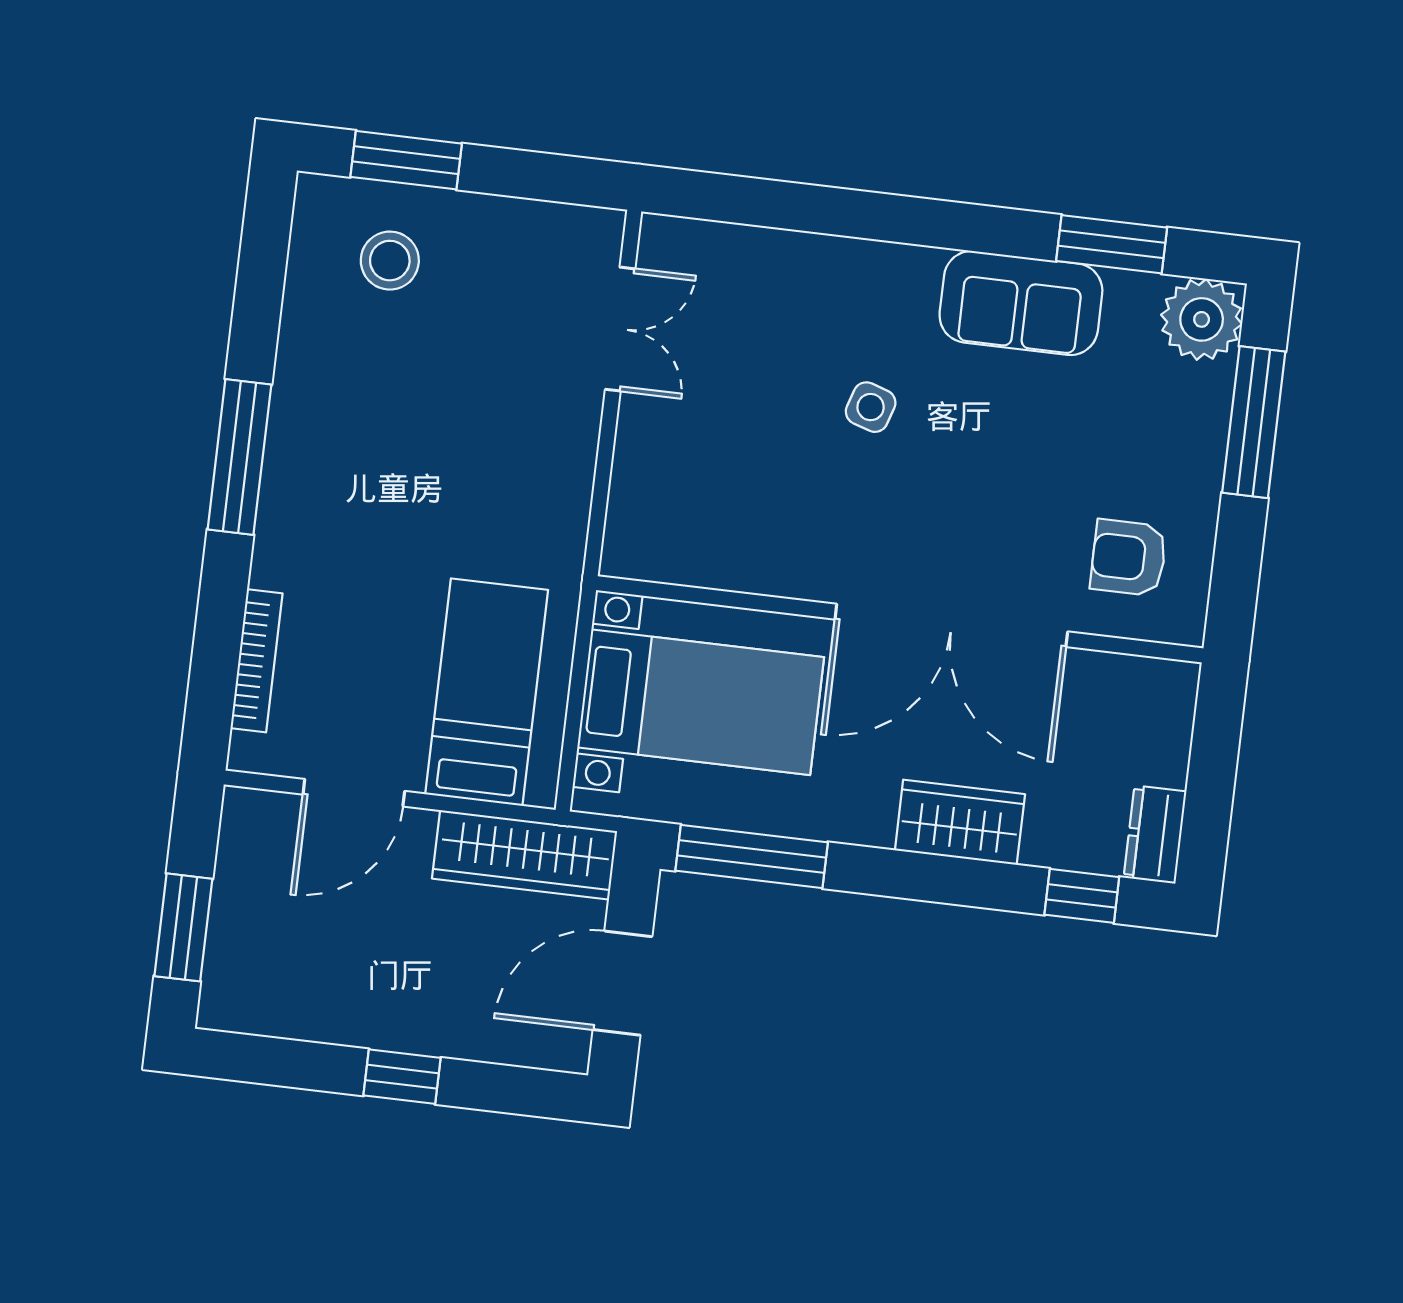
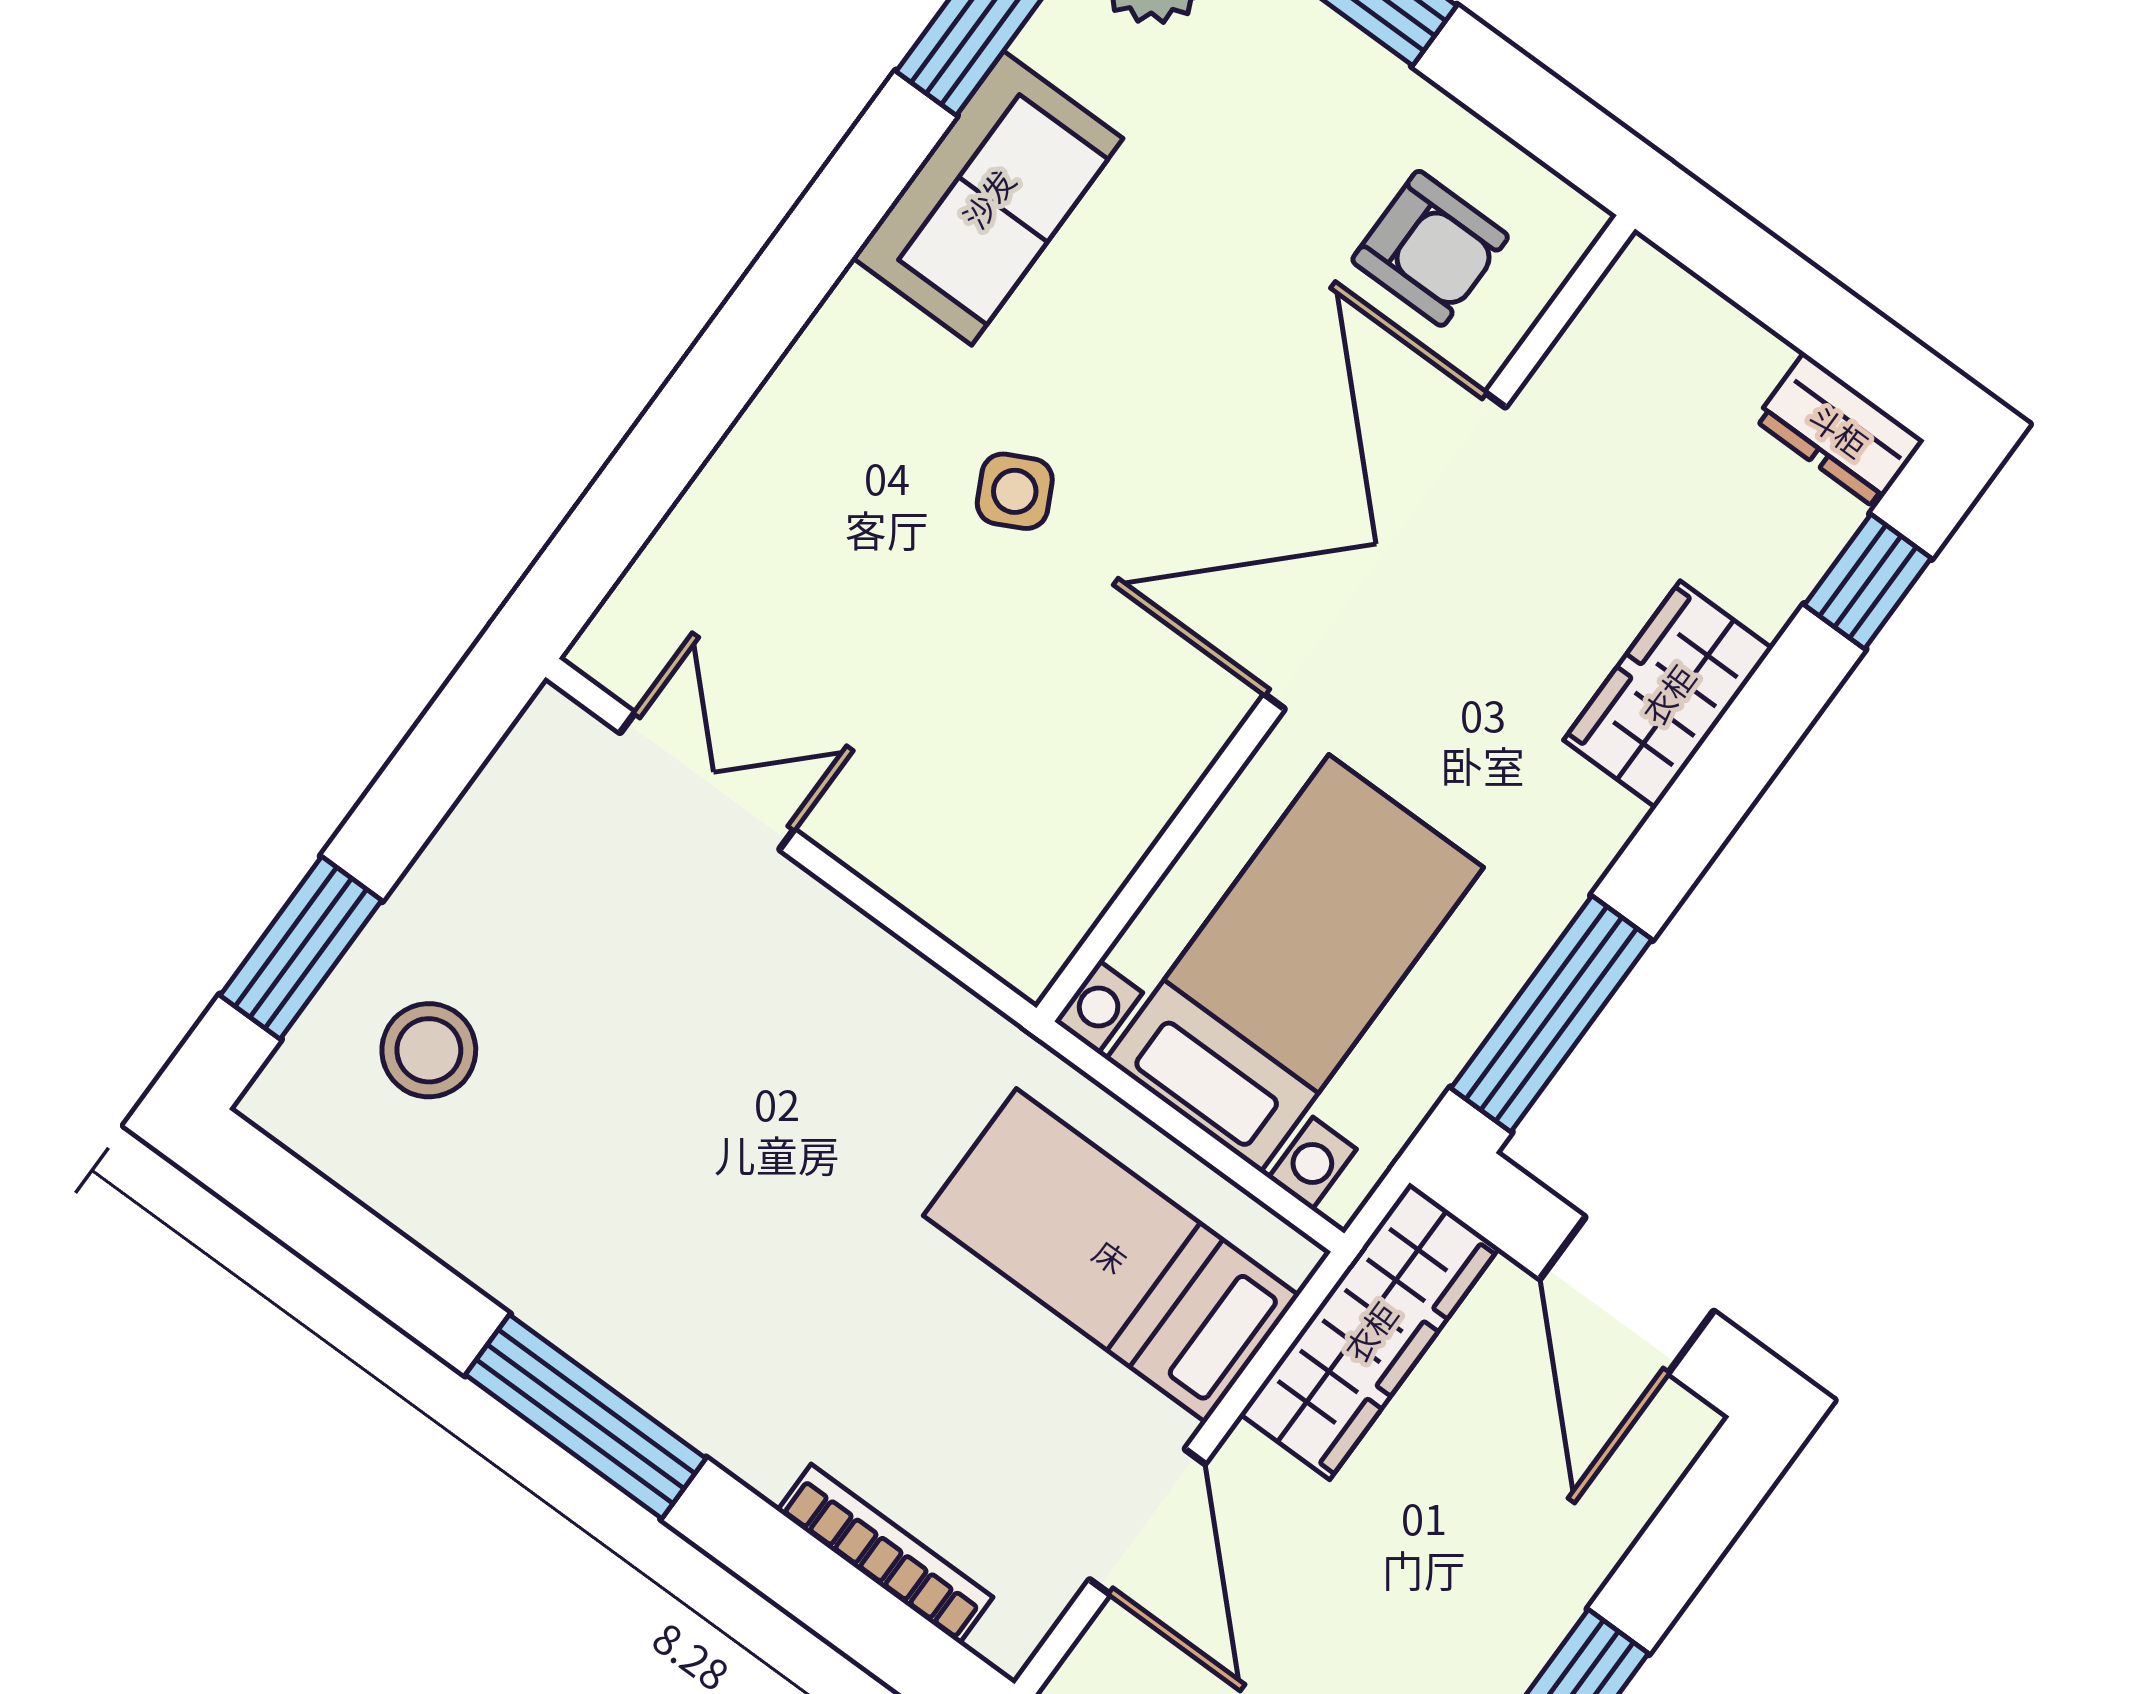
side table: (871, 407) -> (1015, 491), turned 45
armchair: (1129, 558) -> (1430, 248), turned -90
double door: (951, 625) -> (1385, 551), swing flipped

